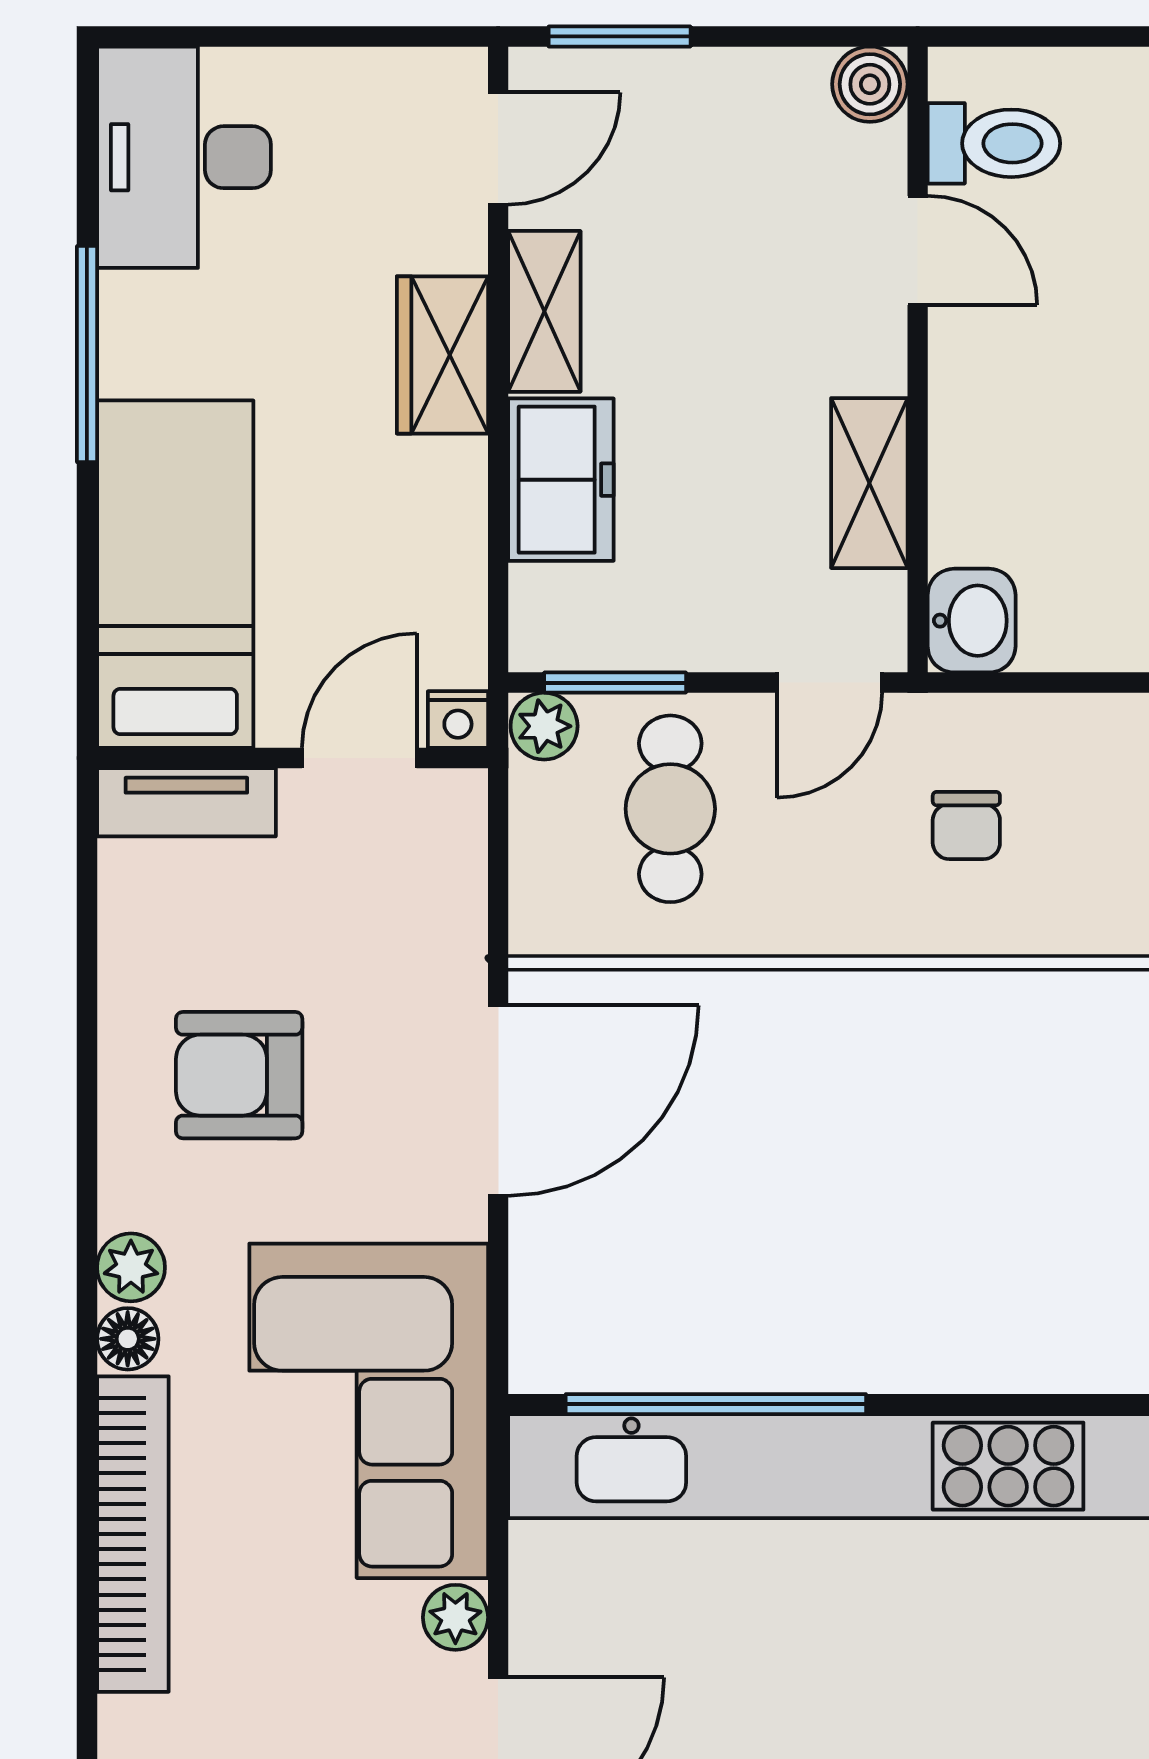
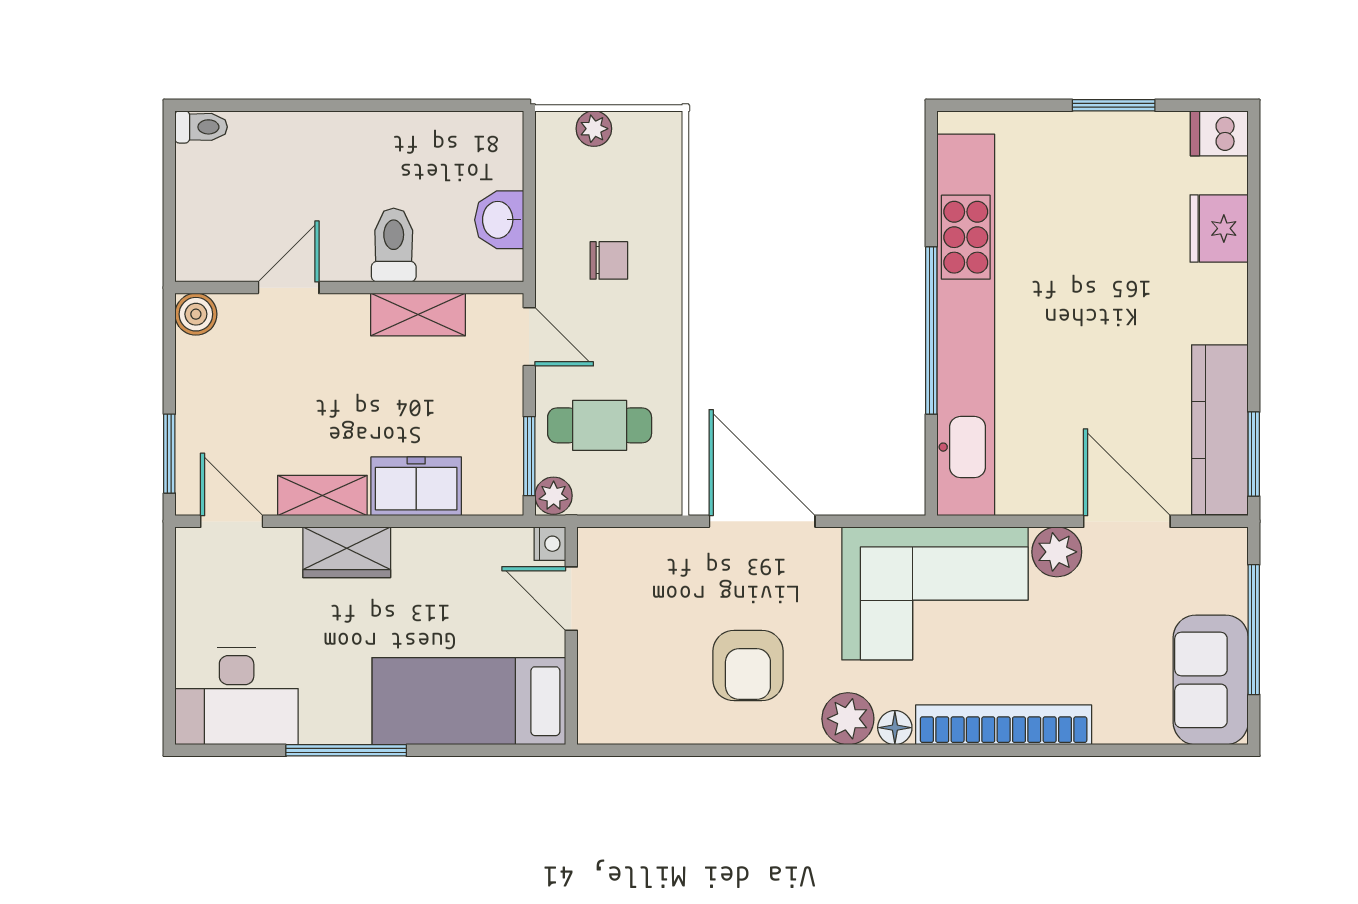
toilet: (994, 143) -> (394, 245), moved
washbasin: (972, 621) -> (499, 220), moved, turned -90
tv unit: (186, 802) -> (596, 695), removed
plant: (131, 1267) -> (848, 719), width x1.38, depth x1.38
window: (716, 1404) -> (931, 330), moved
plant: (455, 1617) -> (1057, 552), width x1.38, depth x1.38

